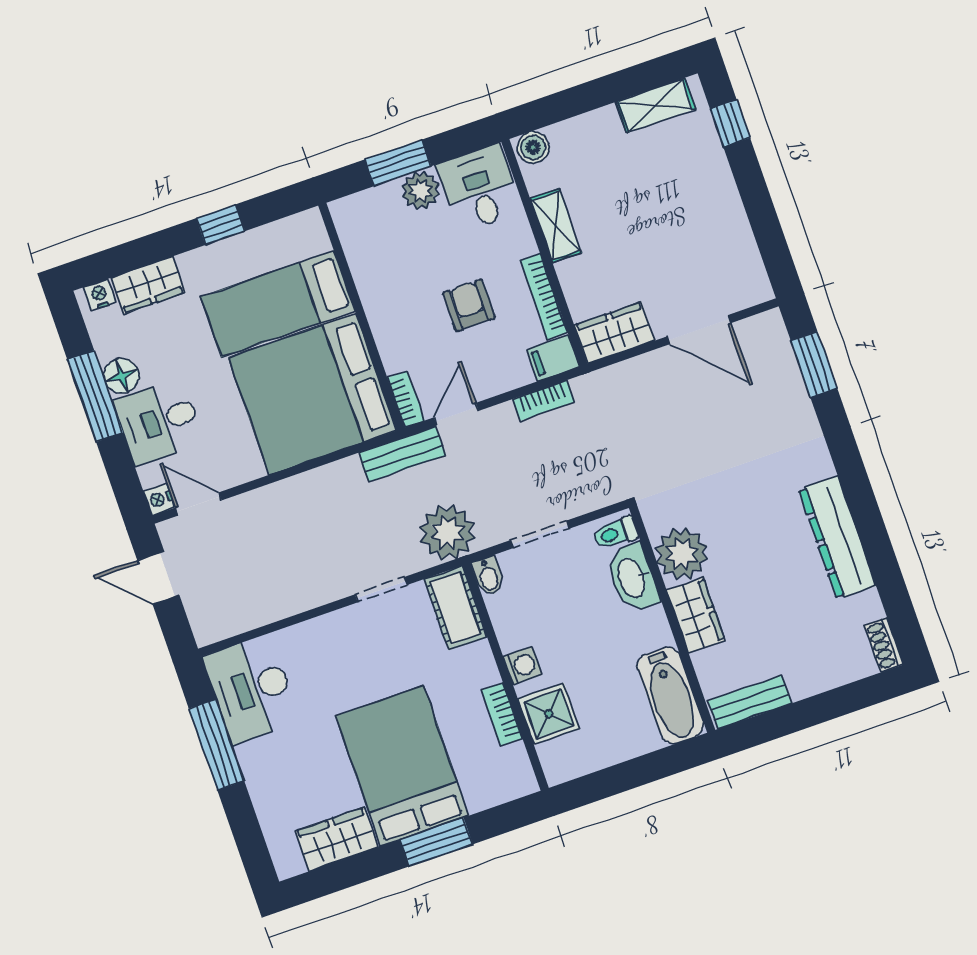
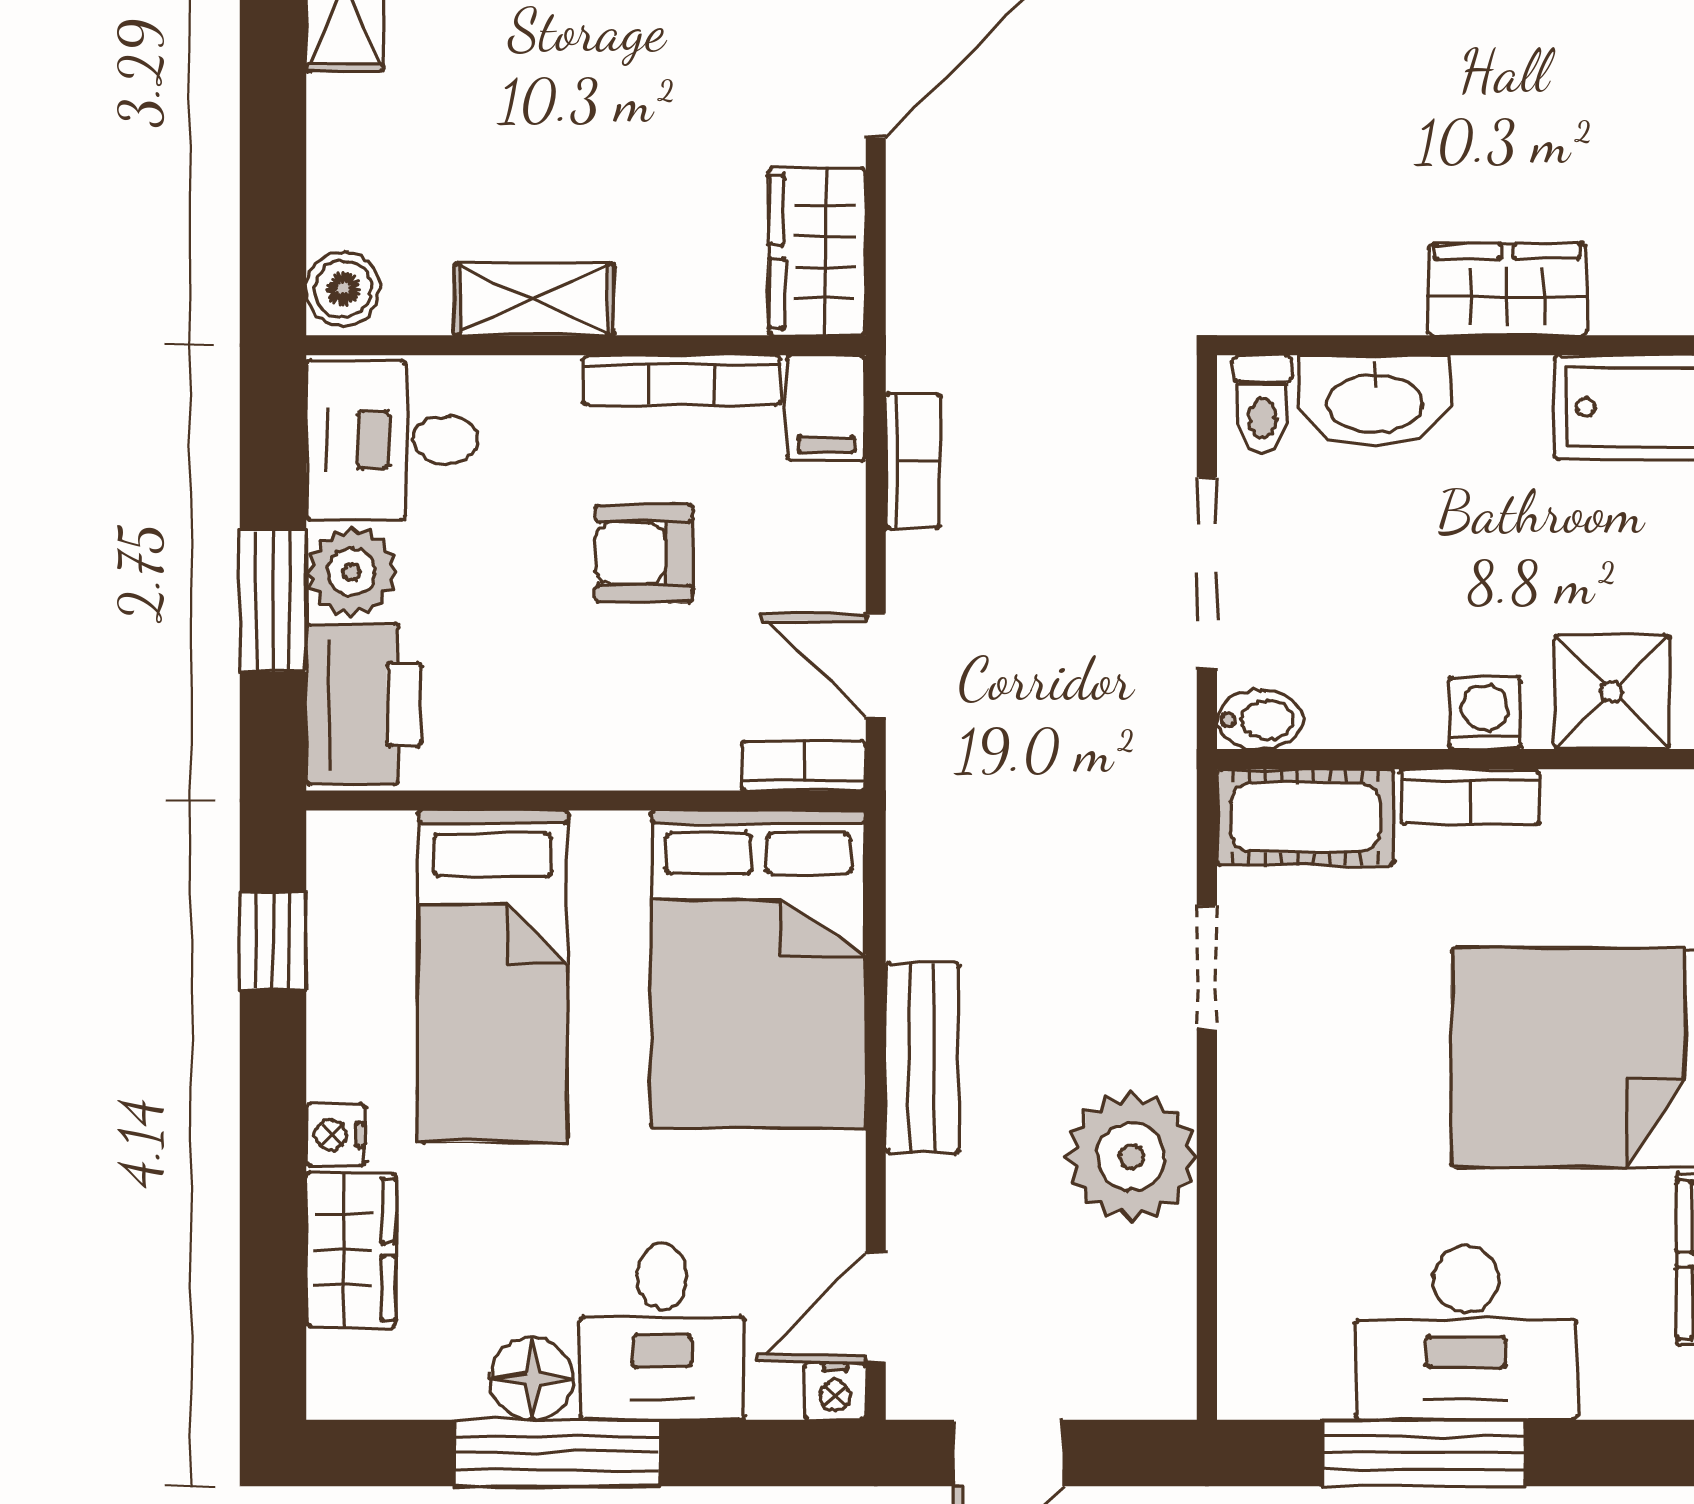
printer: (369, 214) -> (364, 704), added
window: (221, 225) -> (273, 940), moved
nightstand: (100, 295) -> (335, 1135), moved
bed: (312, 394) -> (759, 969), width x0.73
bench: (402, 454) -> (922, 1058), moved
plant: (447, 533) -> (1131, 1157), moved
doorway: (540, 534) -> (1207, 573), width x1.38
plant: (682, 554) -> (1360, 273), removed
desk: (251, 689) -> (1466, 1333), moved
bookcase: (502, 714) -> (1470, 797), moved

